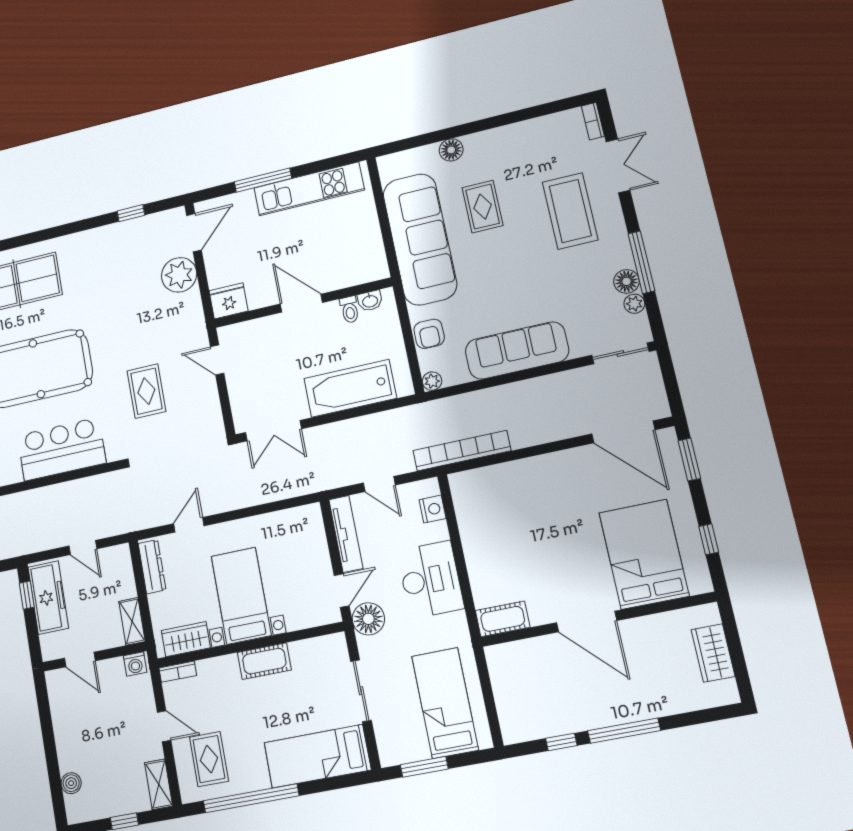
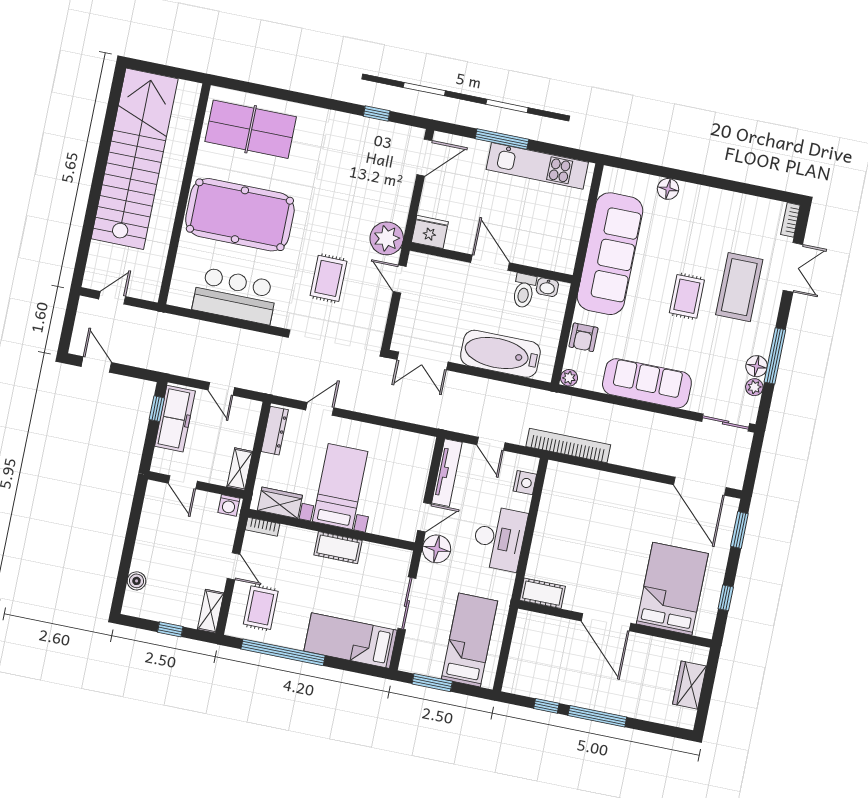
rug: (483, 207) -> (687, 296), moved
plant: (179, 275) -> (387, 238), moved
toilet: (350, 310) -> (524, 291), width x1.37, depth x1.39

